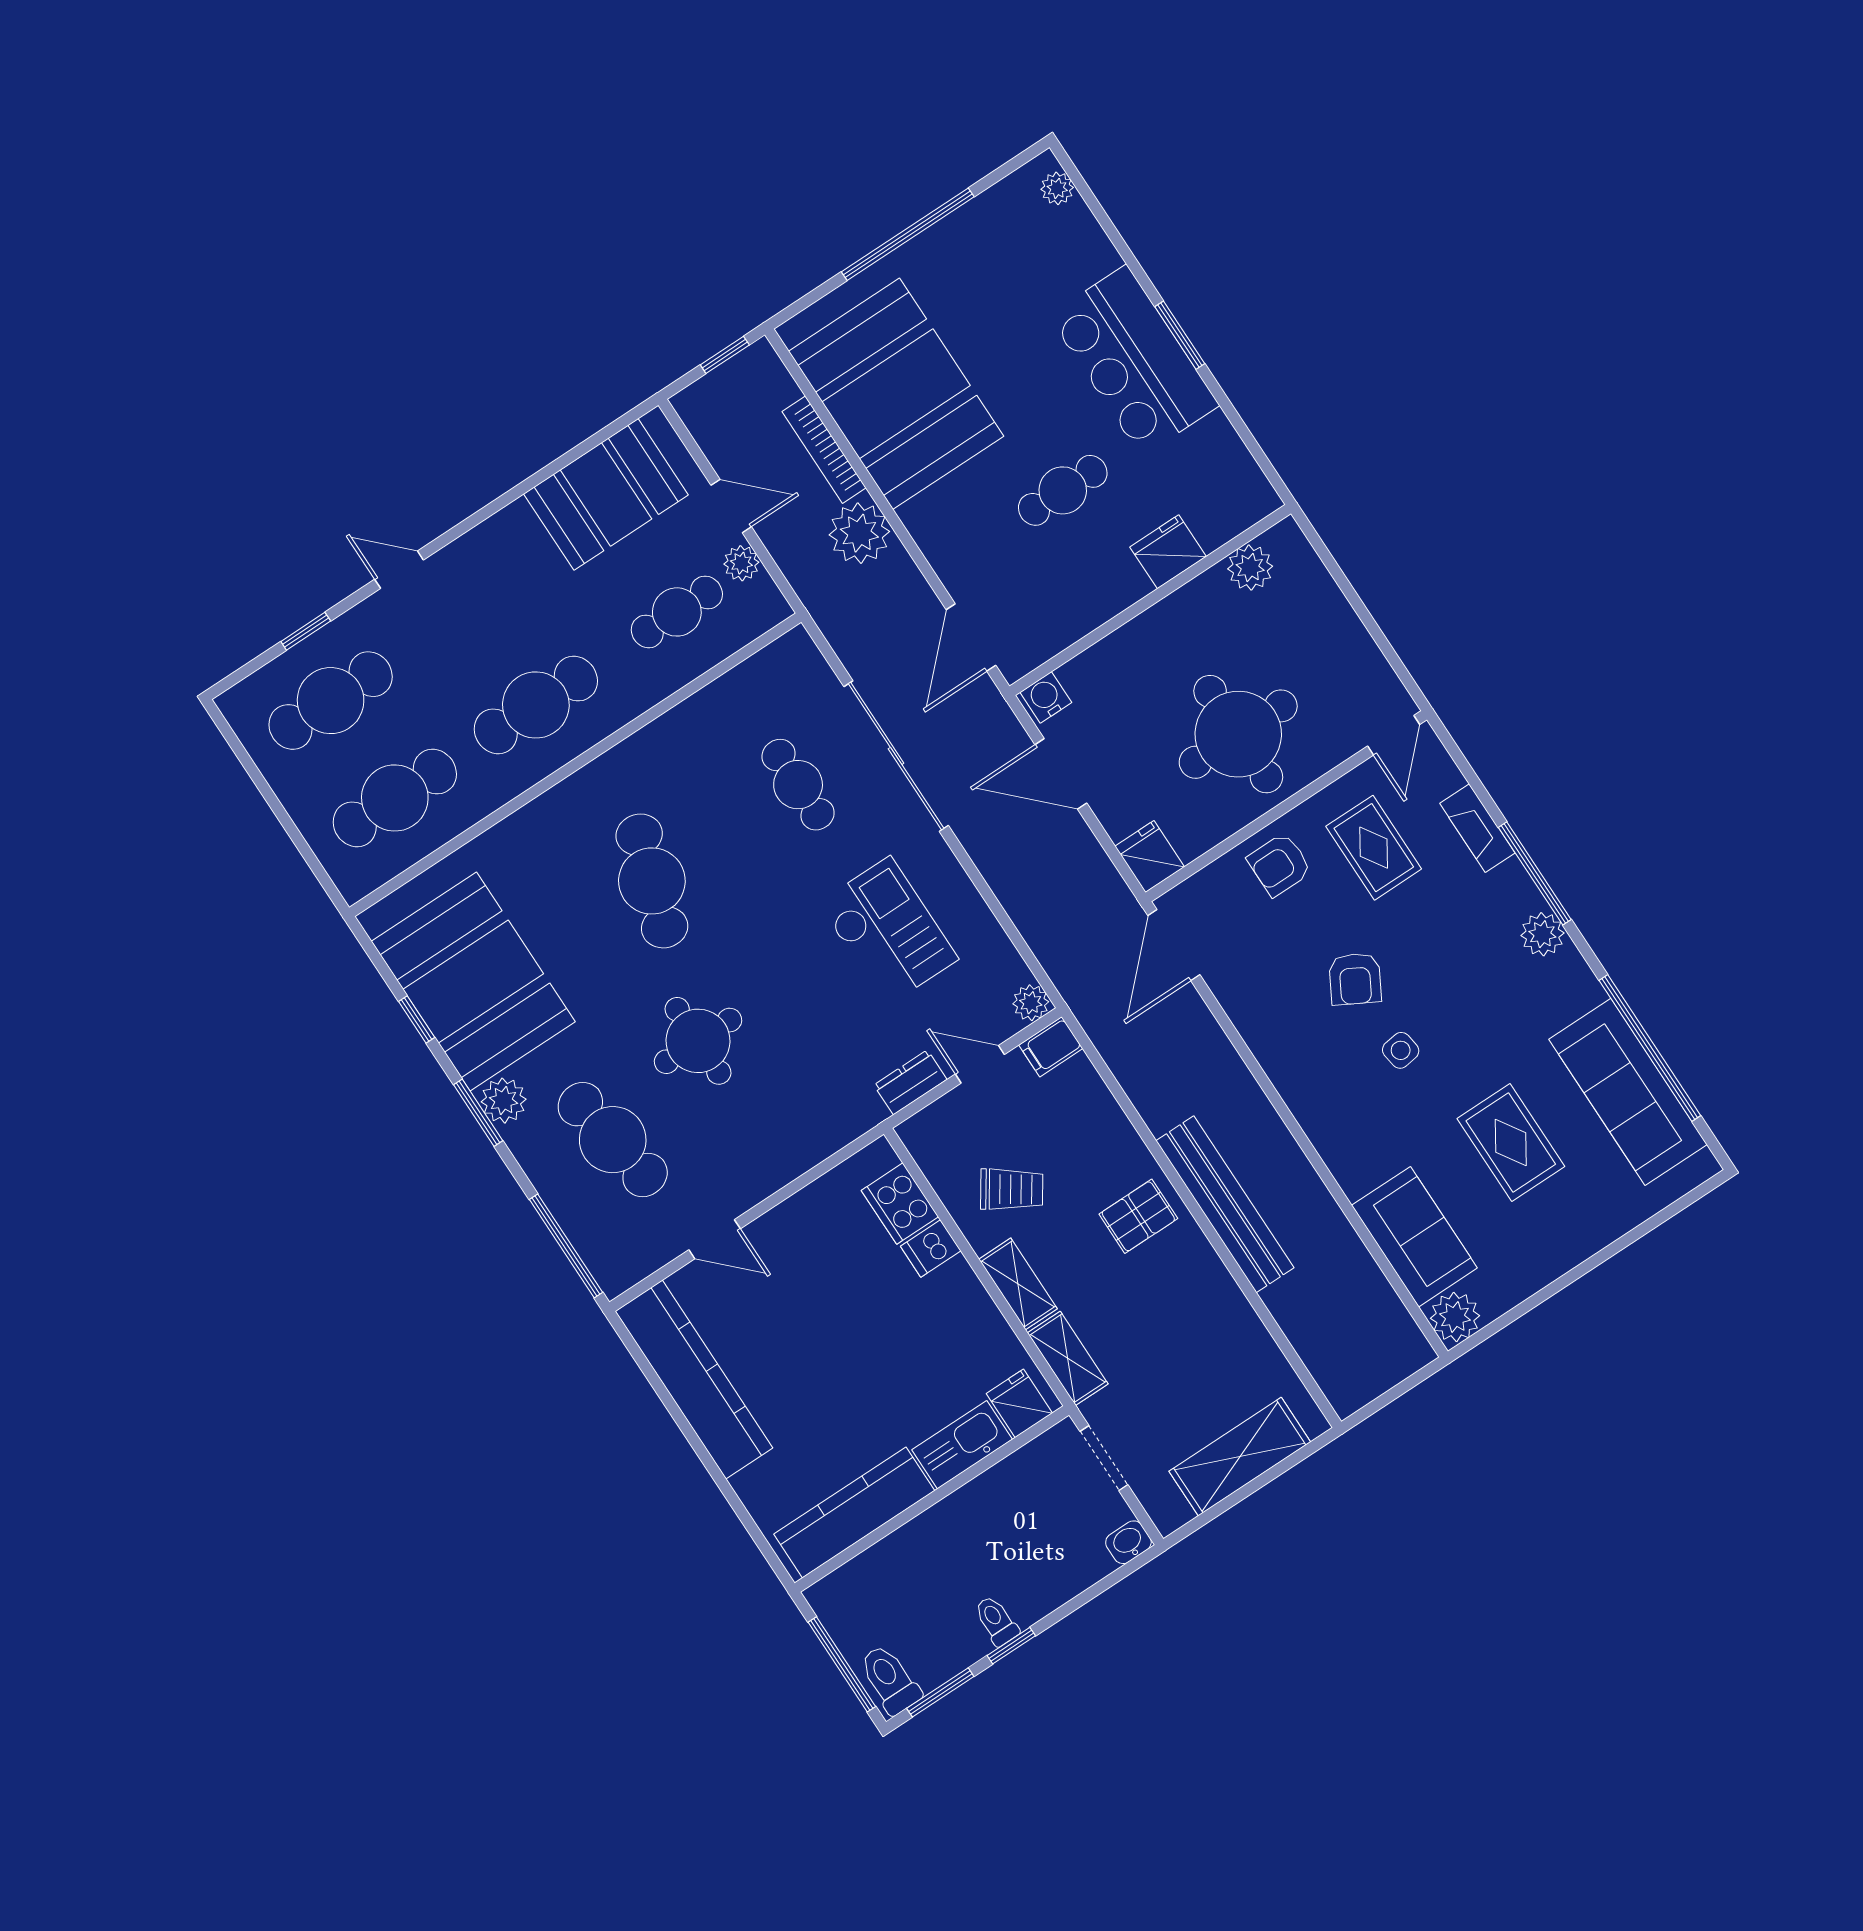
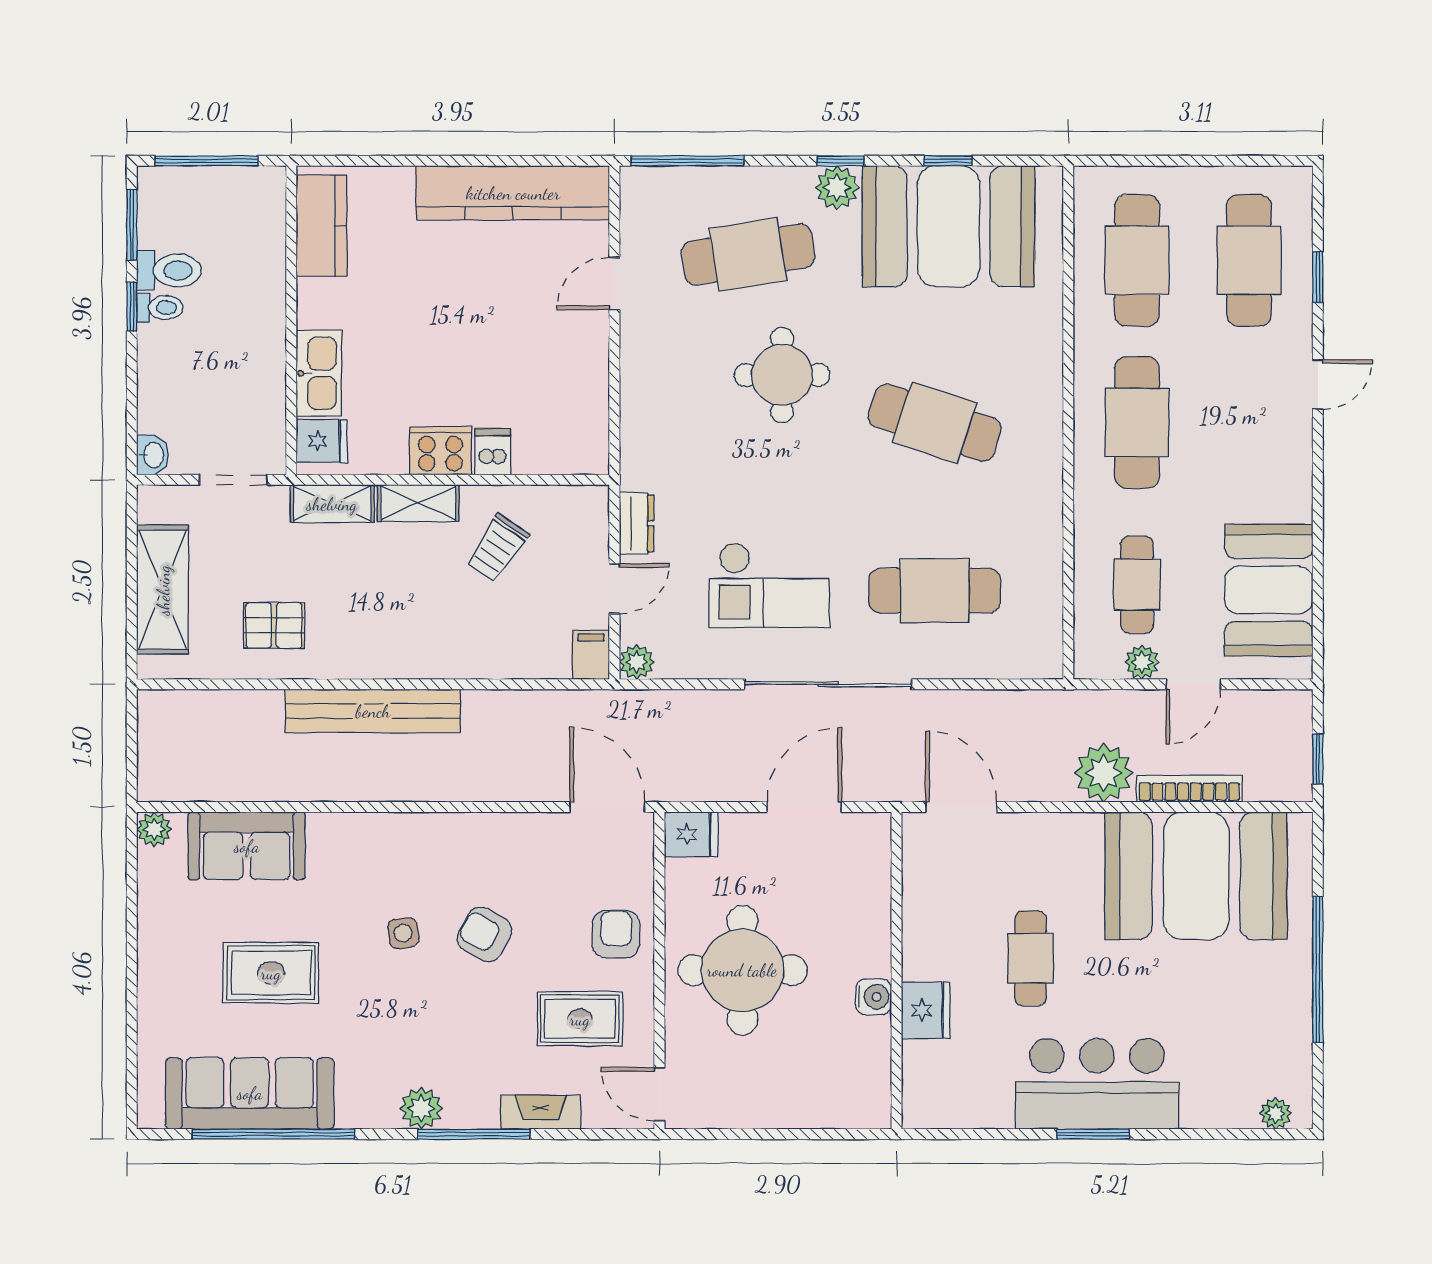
plant: (1250, 568) -> (870, 1068), removed
water cooler: (1046, 697) -> (874, 997), moved
sliding door: (896, 756) -> (828, 684), moved
cafe table: (798, 785) -> (935, 591), width x1.37, depth x1.35
window: (478, 1113) -> (841, 161), width x0.67
cooker: (900, 1204) -> (440, 451), moved
pallet: (1138, 1216) -> (274, 625), moved, turned 90
plant: (1455, 1317) -> (154, 829), width x0.73, depth x0.73
kitchen counter: (854, 1512) -> (322, 226), width x0.67
toilet: (890, 1679) -> (169, 271), moved

